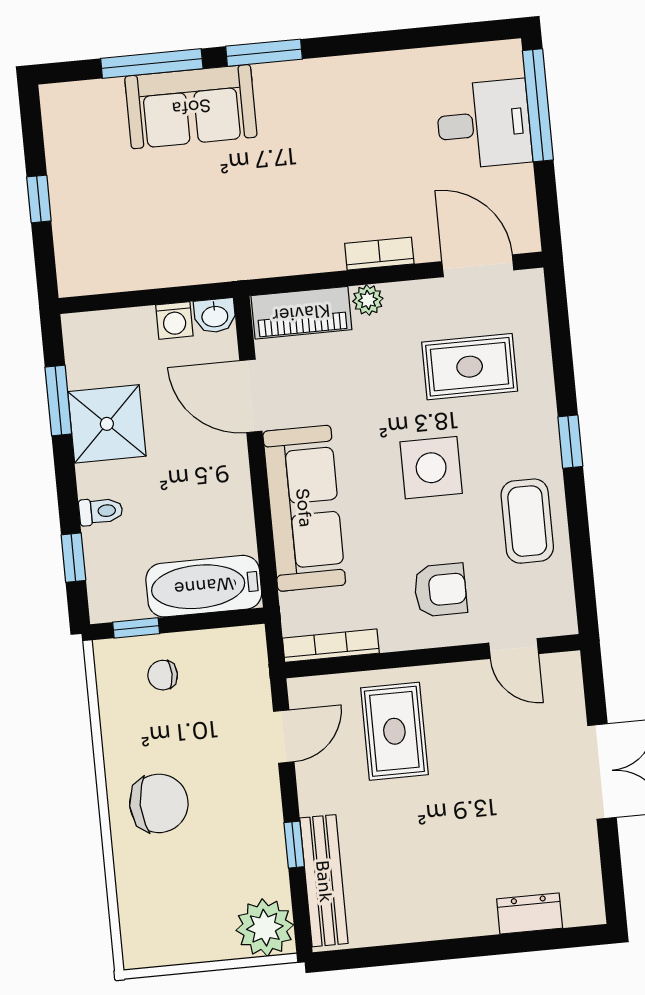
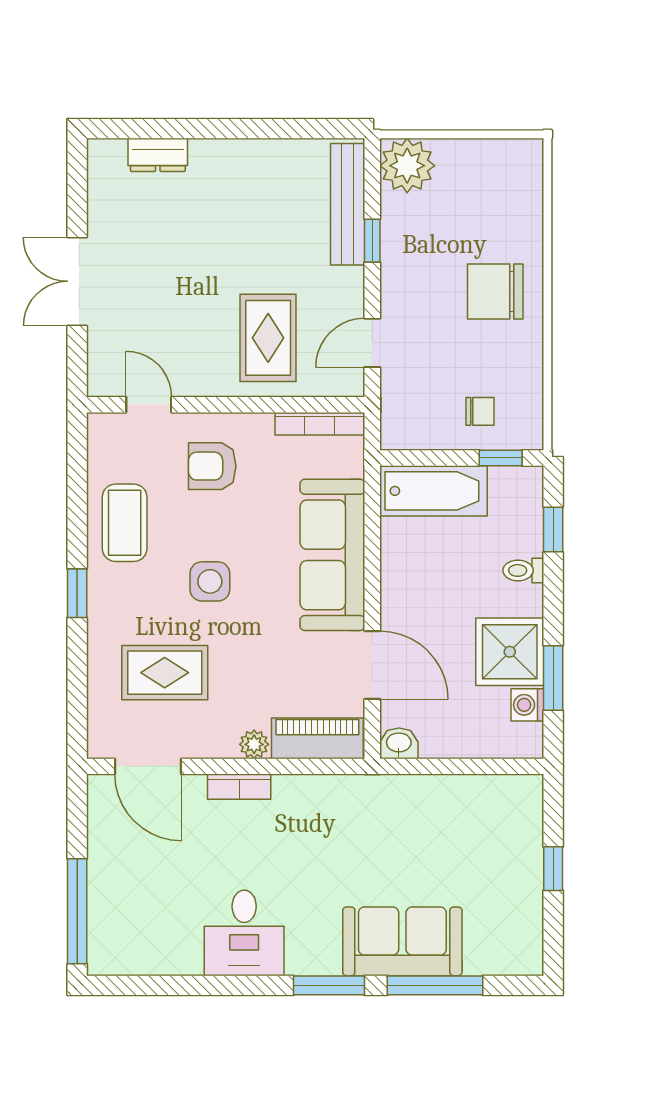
desk: (484, 124) -> (244, 933), moved, turned -90
washing machine: (174, 320) -> (527, 705), moved, turned -90
side table: (431, 468) -> (210, 581), width x0.73, depth x0.73

